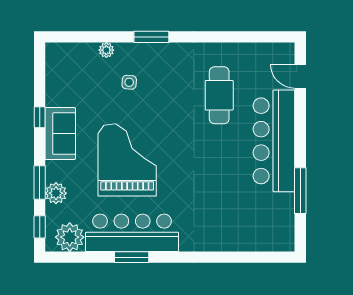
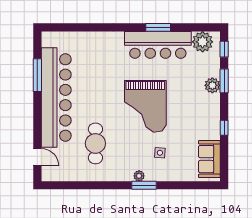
plant: (106, 50) -> (139, 176), moved
sofa: (60, 134) -> (209, 159), moved
bar counter: (274, 141) -> (56, 98), width x1.36
grand piano: (127, 160) -> (145, 106), moved
plant: (56, 193) -> (212, 85), moved

